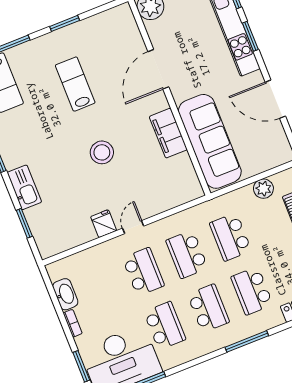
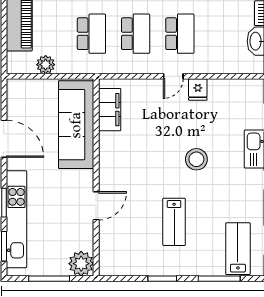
door: (158, 69) -> (96, 206), width x0.73
filing cabinet: (168, 133) -> (110, 110), moved
stool: (102, 152) -> (196, 159), moved
school desk: (143, 272) -> (180, 34), turned 180

